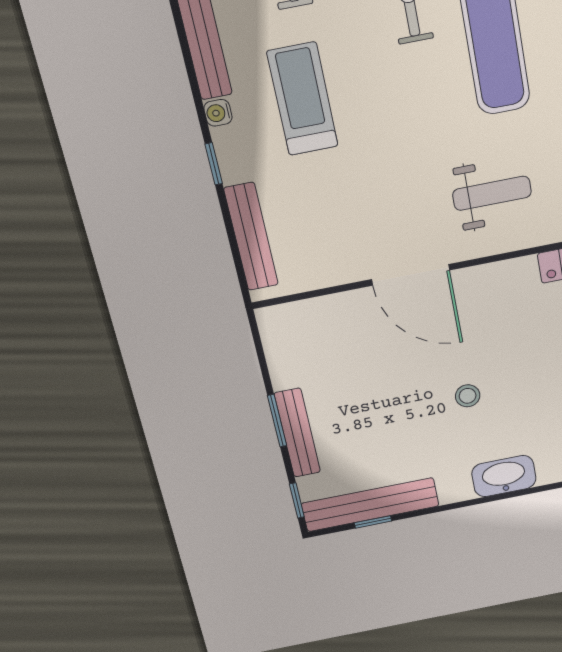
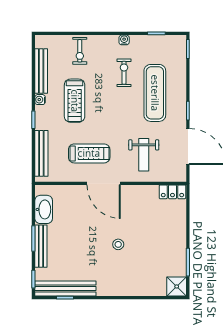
treadmill: (303, 99) -> (75, 101), turned 180
weight bench: (492, 193) -> (144, 155), turned 90
treadmill: (364, 215) -> (89, 153), added
washbasin: (504, 476) -> (44, 209), moved, turned 90

